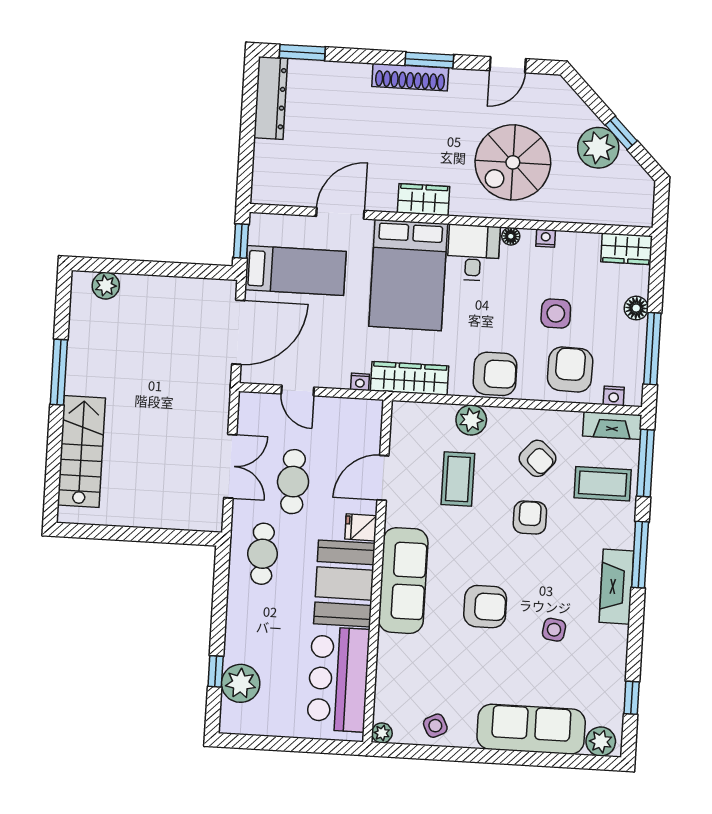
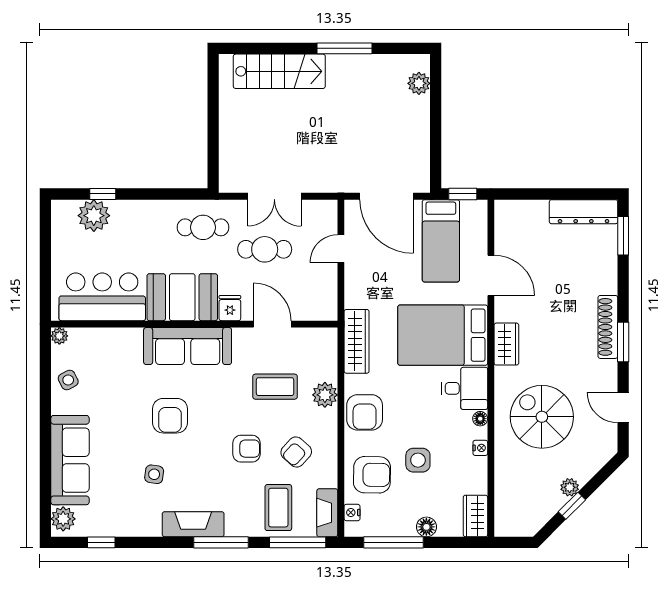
plant: (598, 148) -> (570, 487), width x0.53, depth x0.53
nightstand: (360, 382) -> (351, 300), removed

